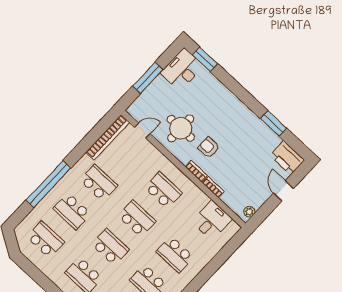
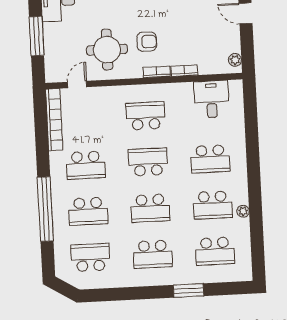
armchair: (209, 148) -> (147, 42), turned 180
school desk: (99, 183) -> (86, 165), turned 180
school desk: (110, 247) -> (150, 208), turned 180

